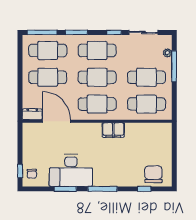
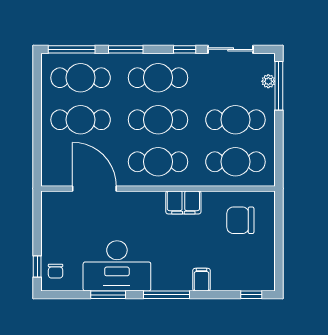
window: (174, 66) -> (279, 86), moved
dresser: (32, 114) -> (56, 178), removed
chair: (153, 174) -> (240, 220), moved, turned -90
filing cabinet: (125, 179) -> (202, 280), added
window: (144, 189) -> (251, 295), moved

